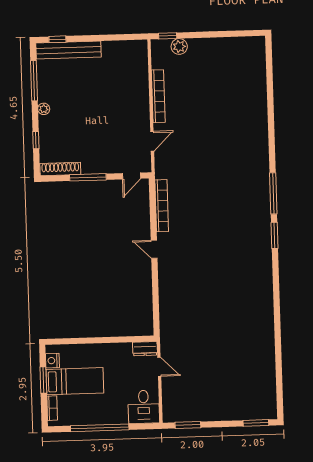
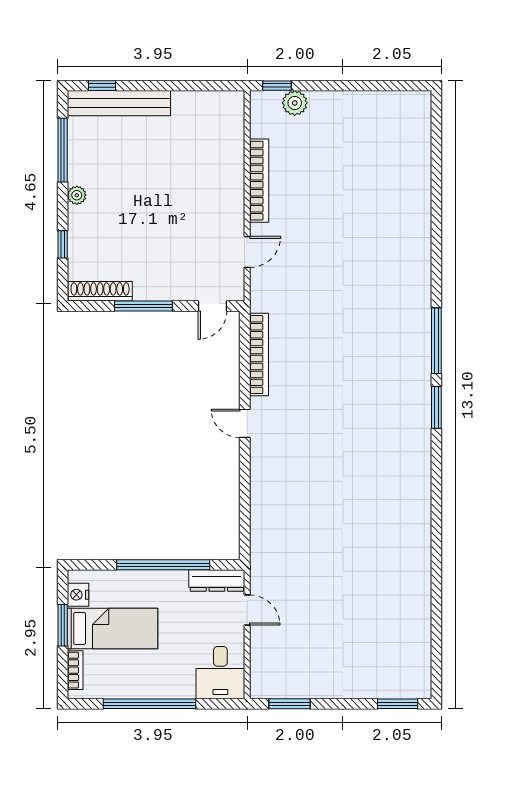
window: (106, 340) -> (163, 565), added
dresser: (145, 349) -> (217, 580), width x1.44

